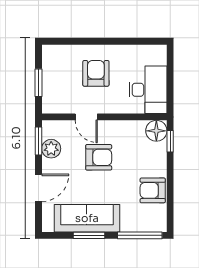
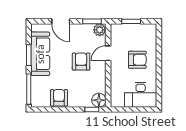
desk: (148, 90) -> (141, 95), moved
plant: (51, 149) -> (100, 30), moved
armchair: (99, 157) -> (81, 62), turned 180

